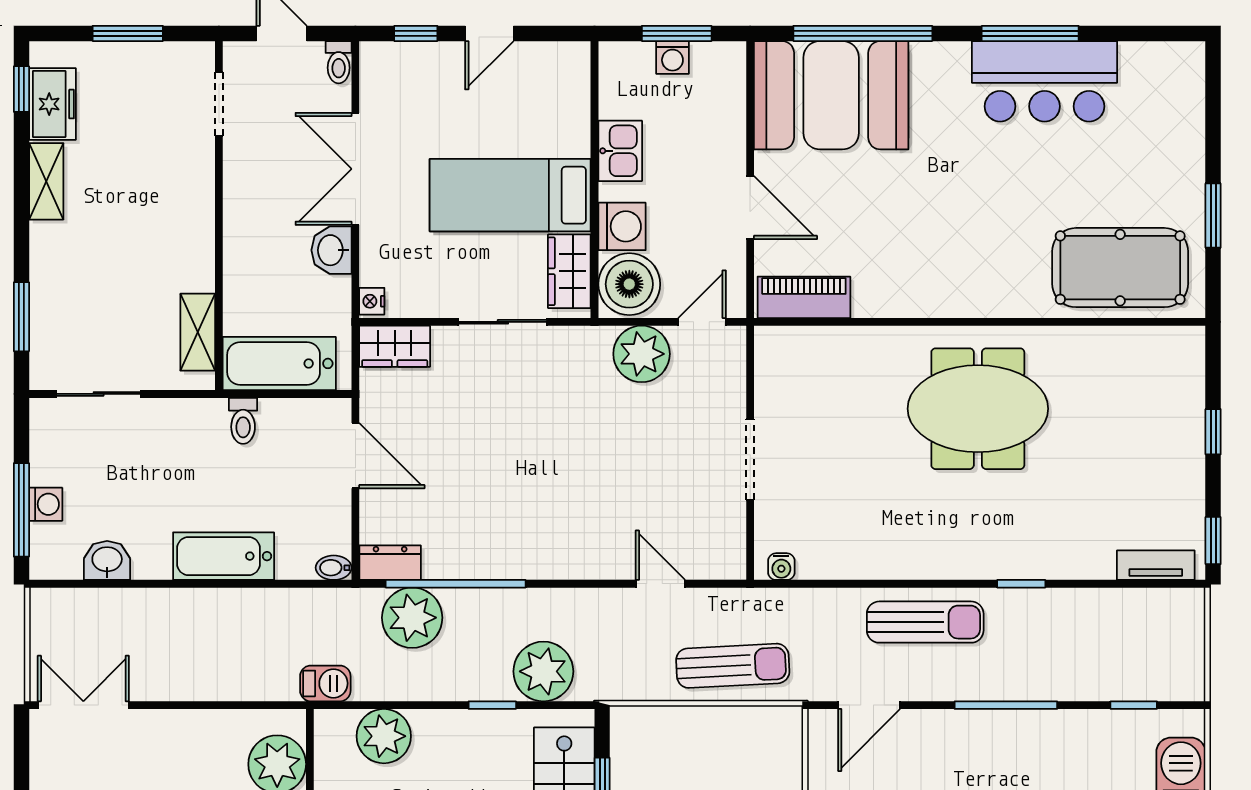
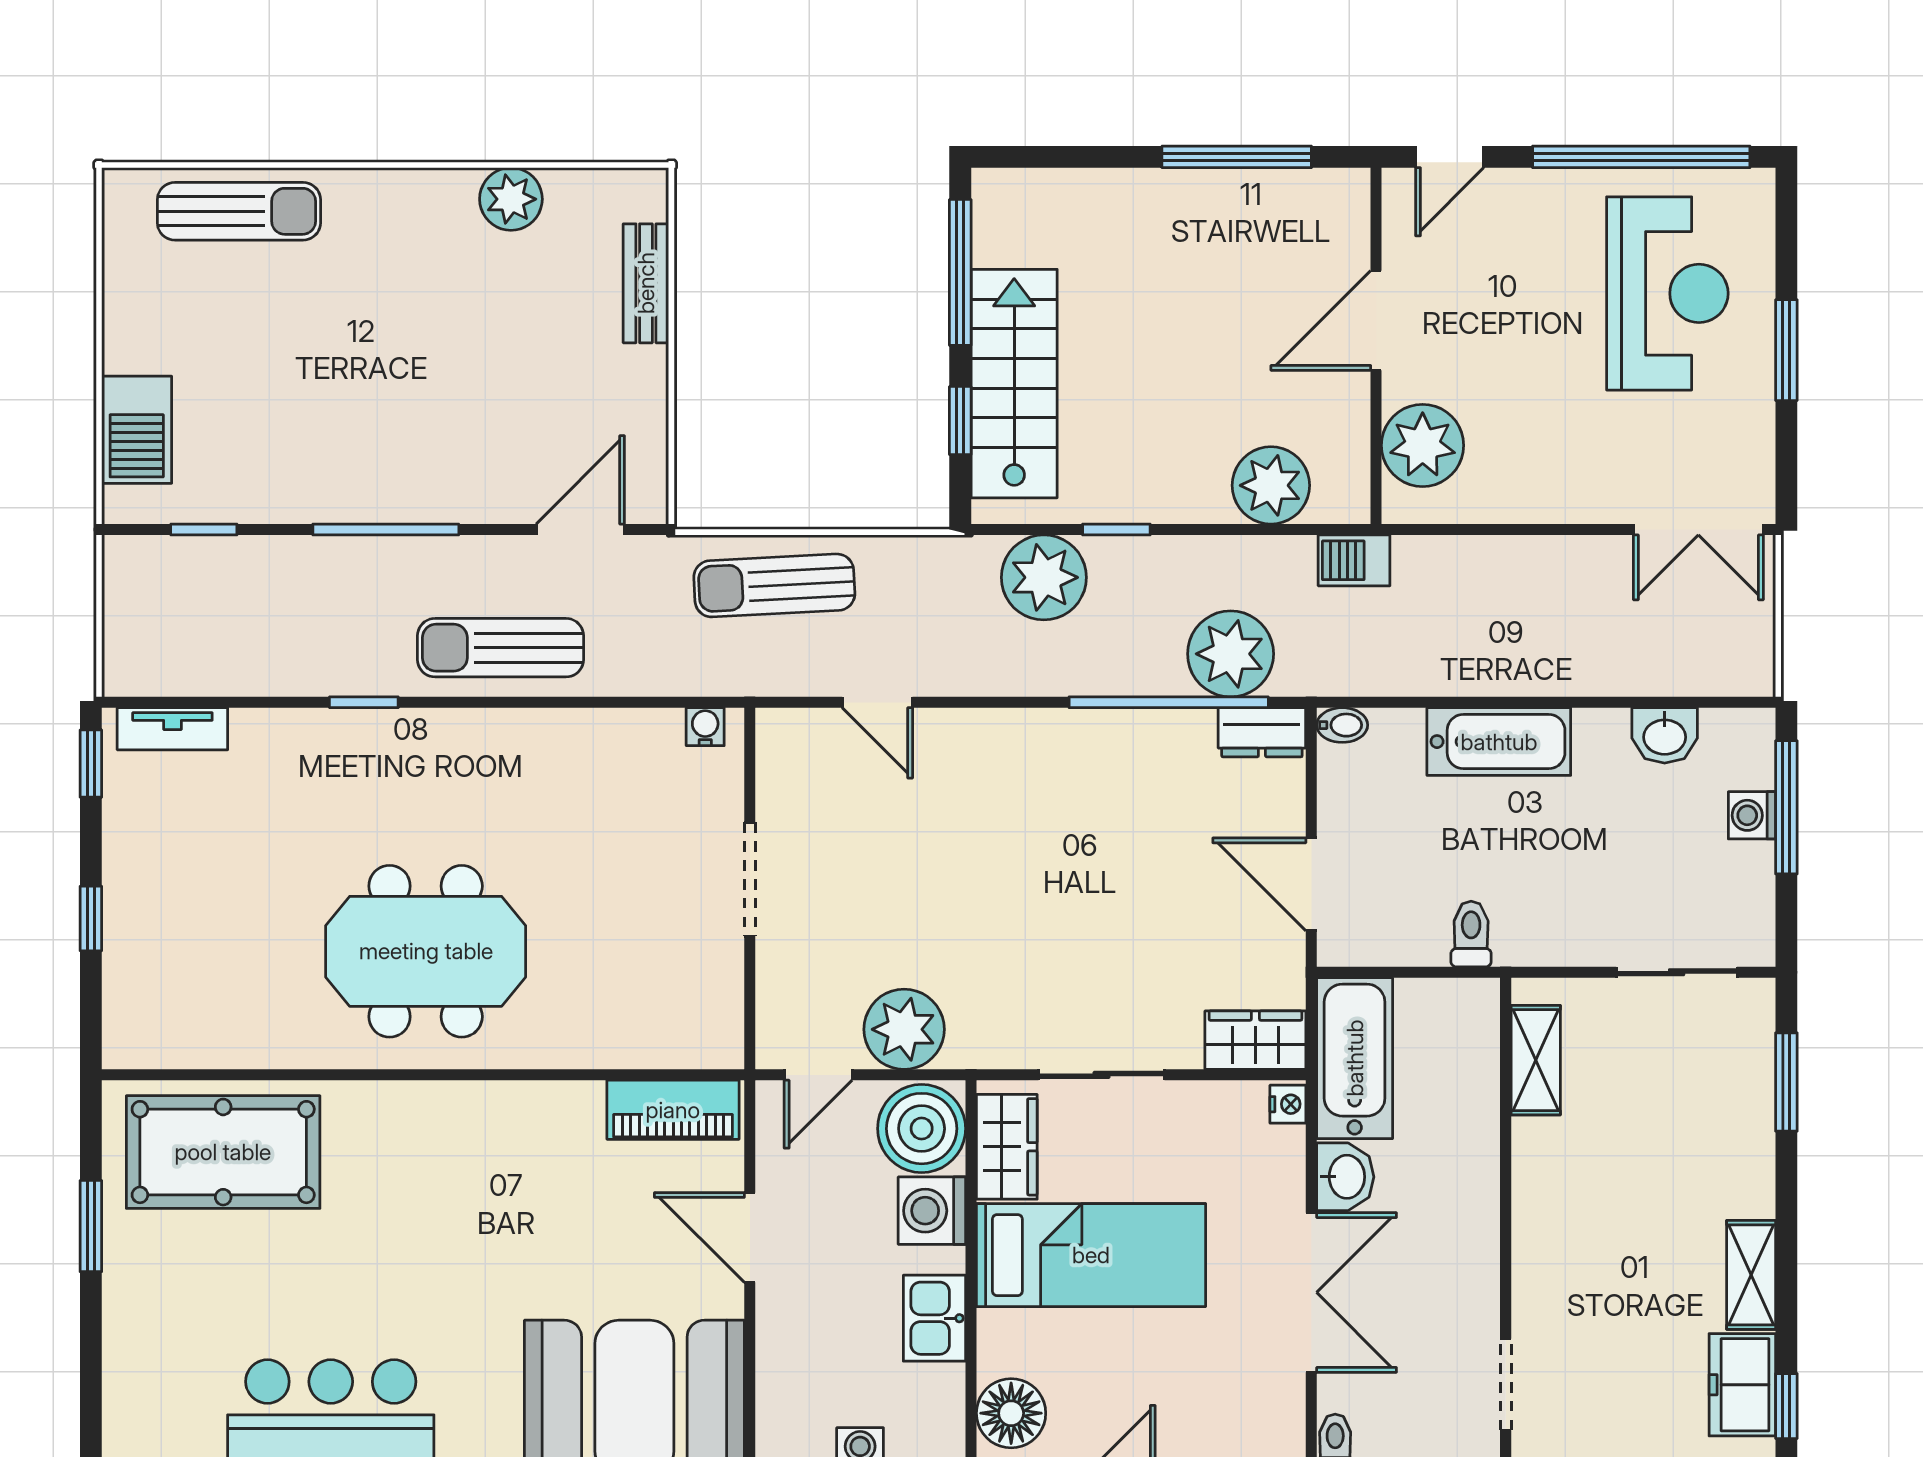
floor lamp: (566, 84) -> (1011, 1413), added
bathtub: (279, 363) -> (1355, 1058), moved, turned -90

